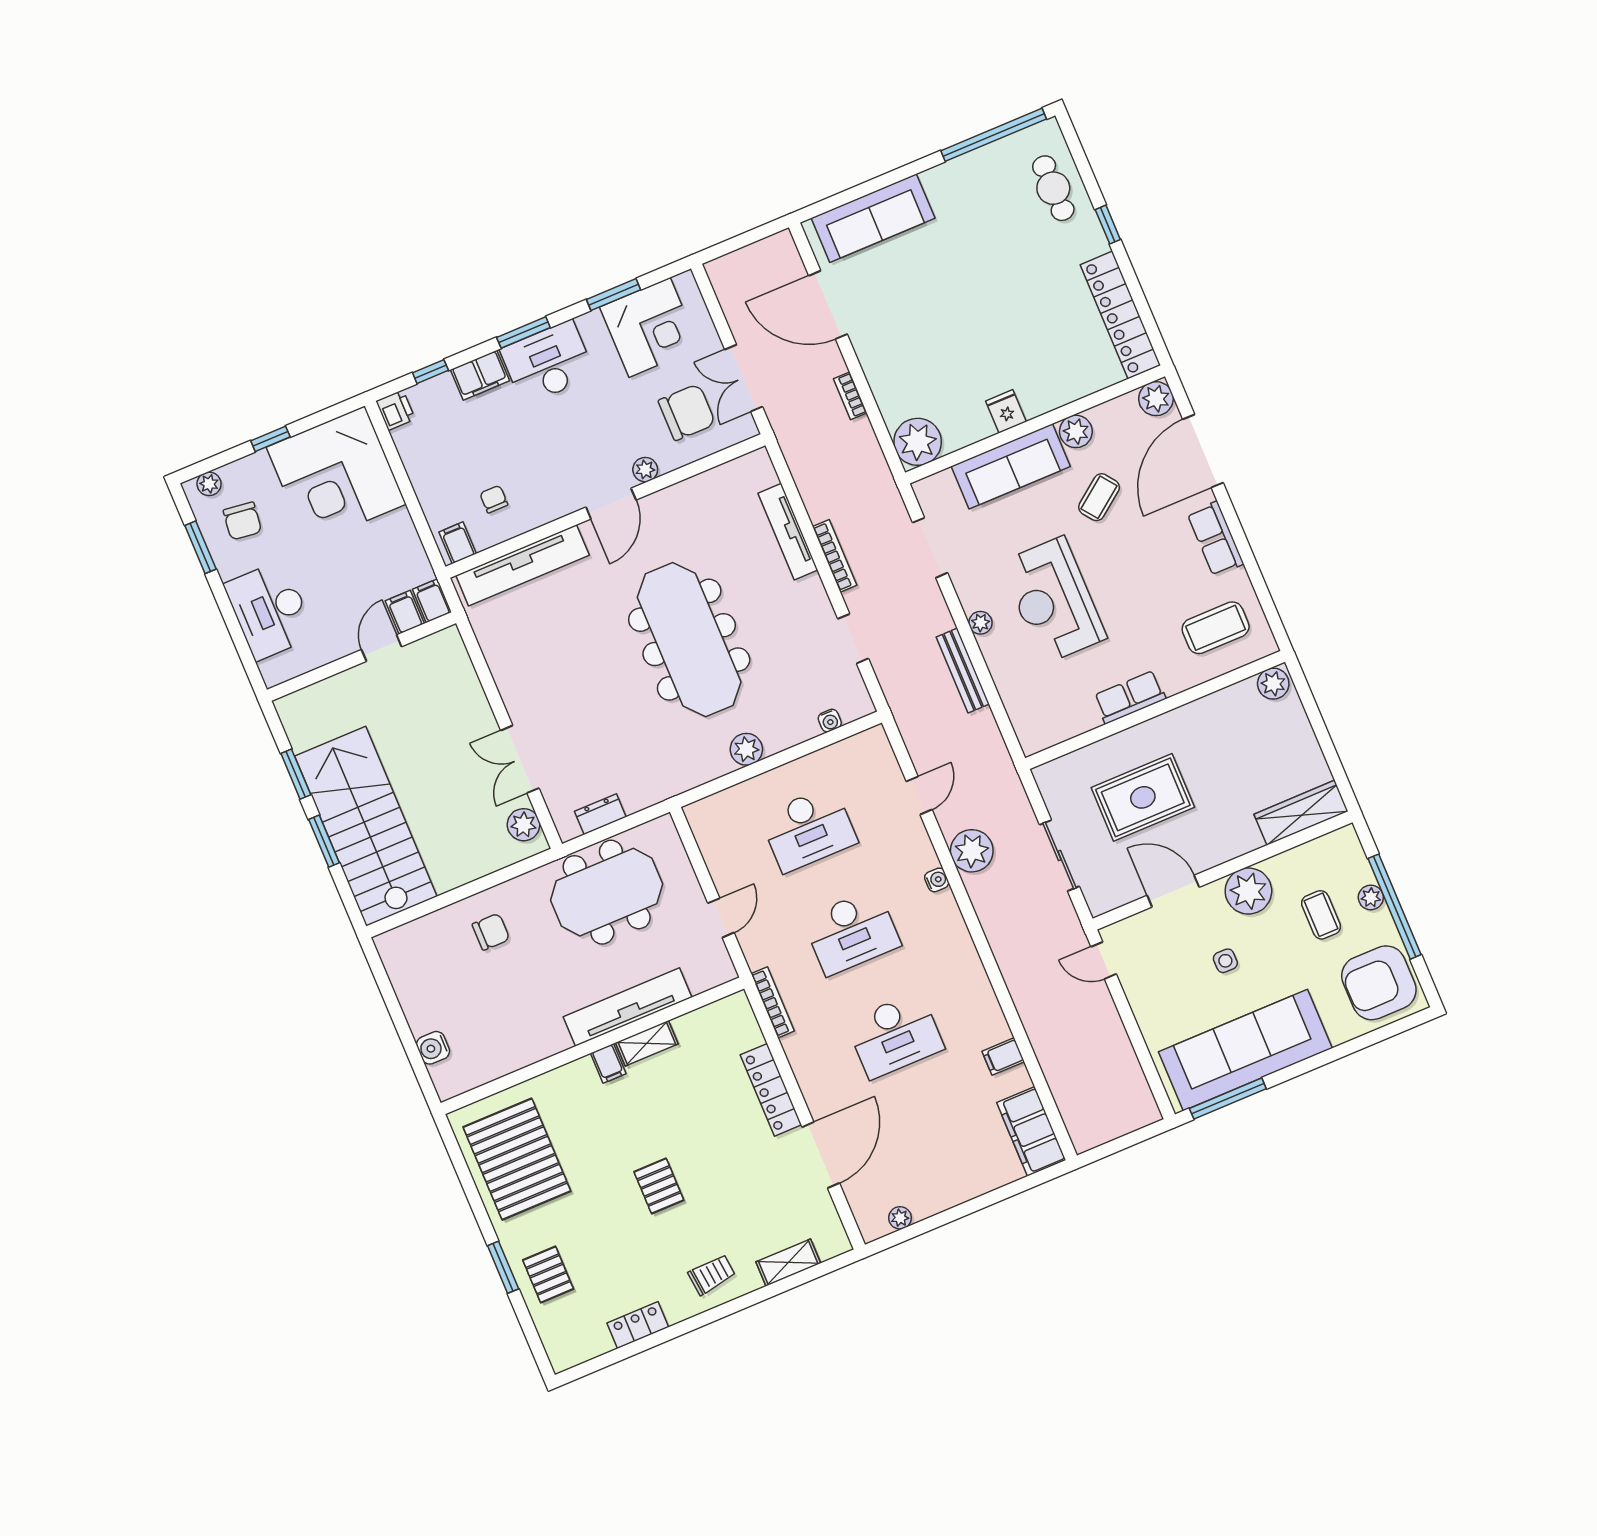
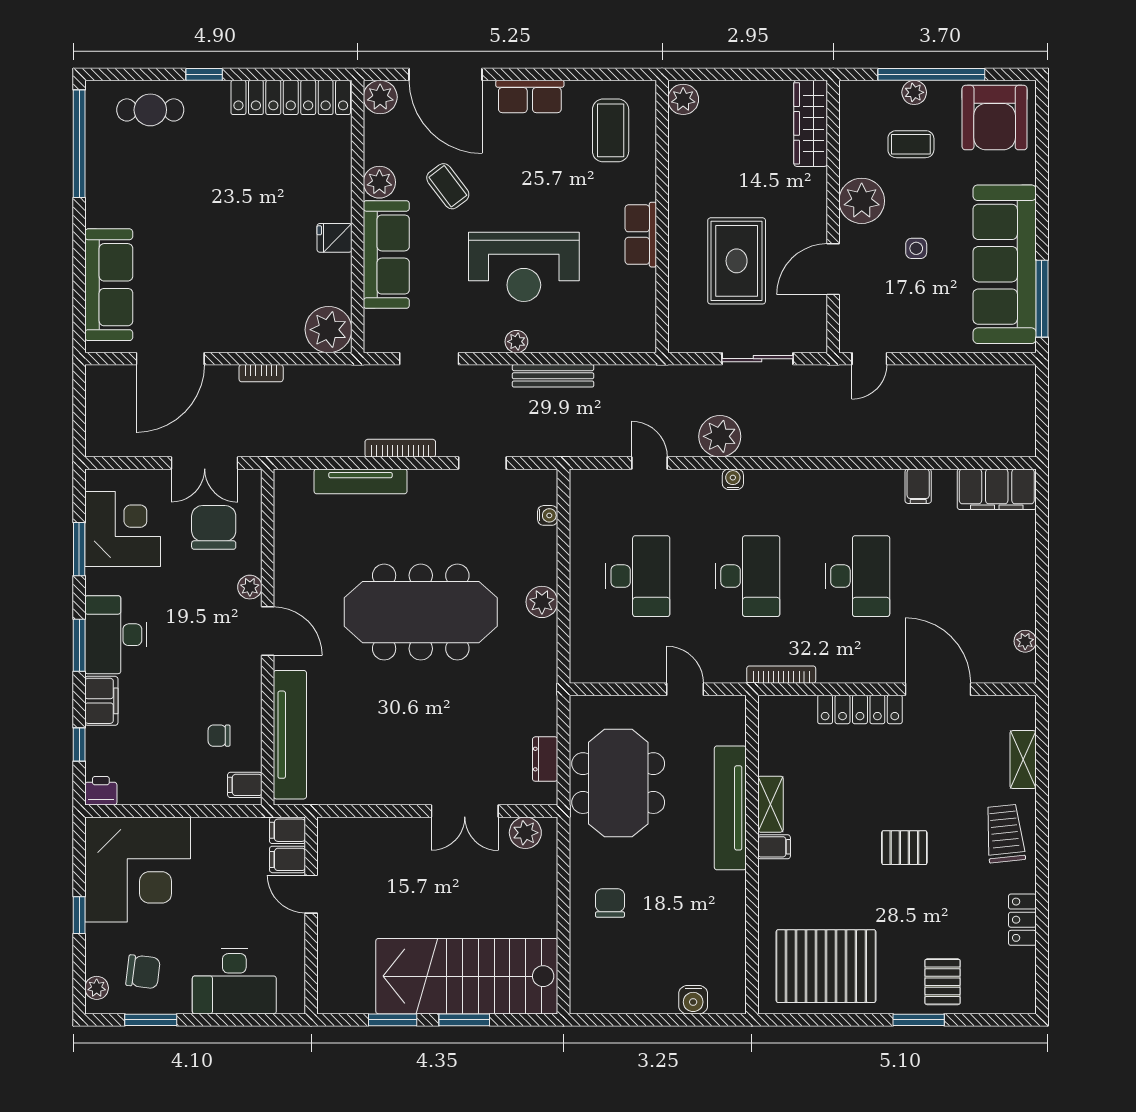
trolley: (712, 1274) -> (1005, 834), width x1.36, depth x1.39
pallet: (548, 1275) -> (942, 982), turned 90

